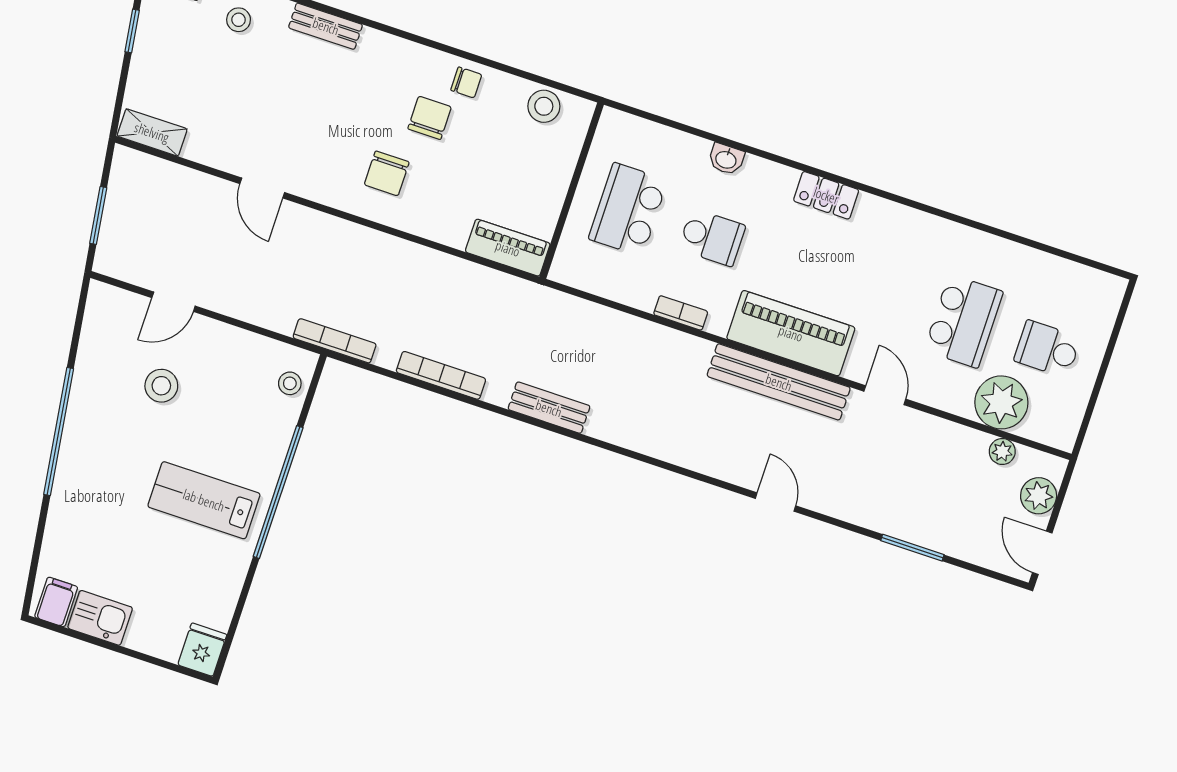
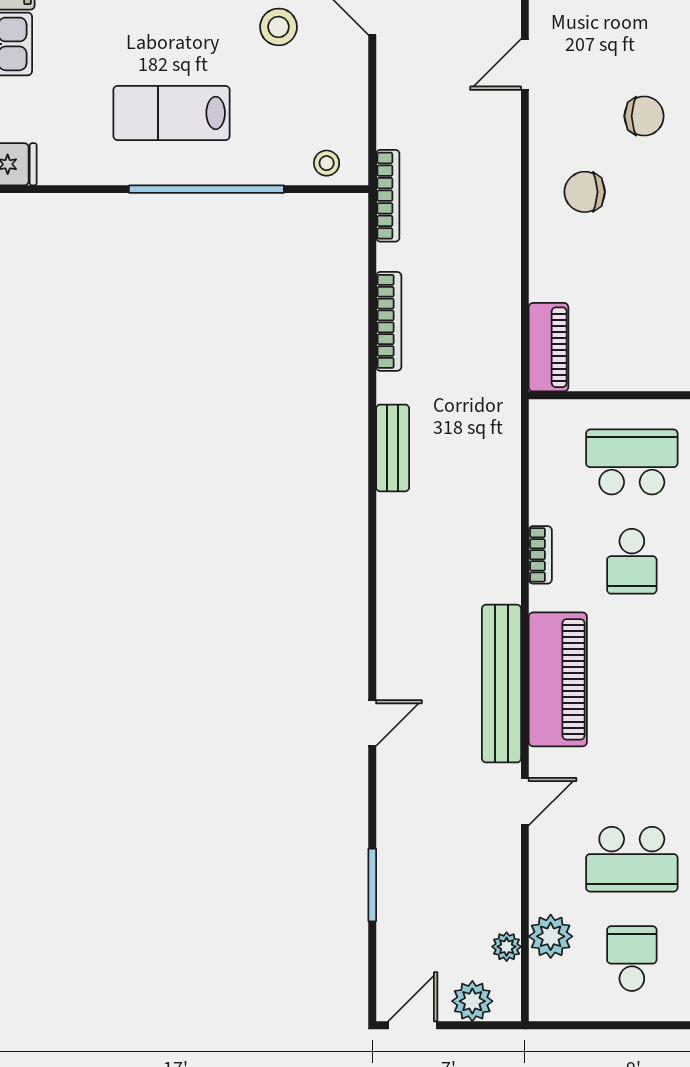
chair: (430, 118) -> (644, 116), moved
plant: (1001, 402) -> (551, 936), width x0.73, depth x0.73
lab bench: (204, 500) -> (172, 113), turned -90

